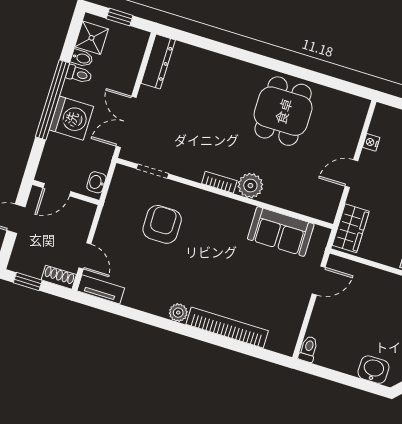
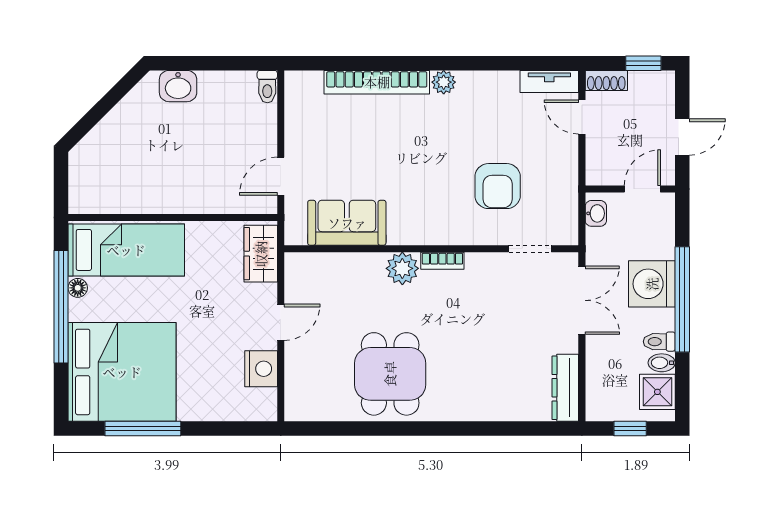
nightstand: (371, 142) -> (261, 369), width x1.89, depth x1.79

